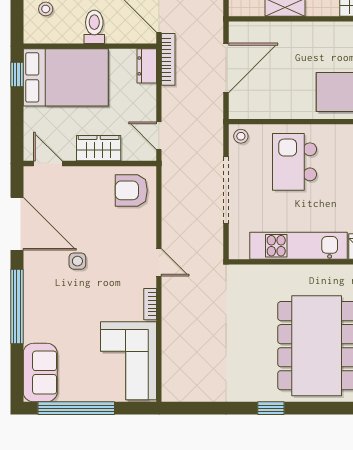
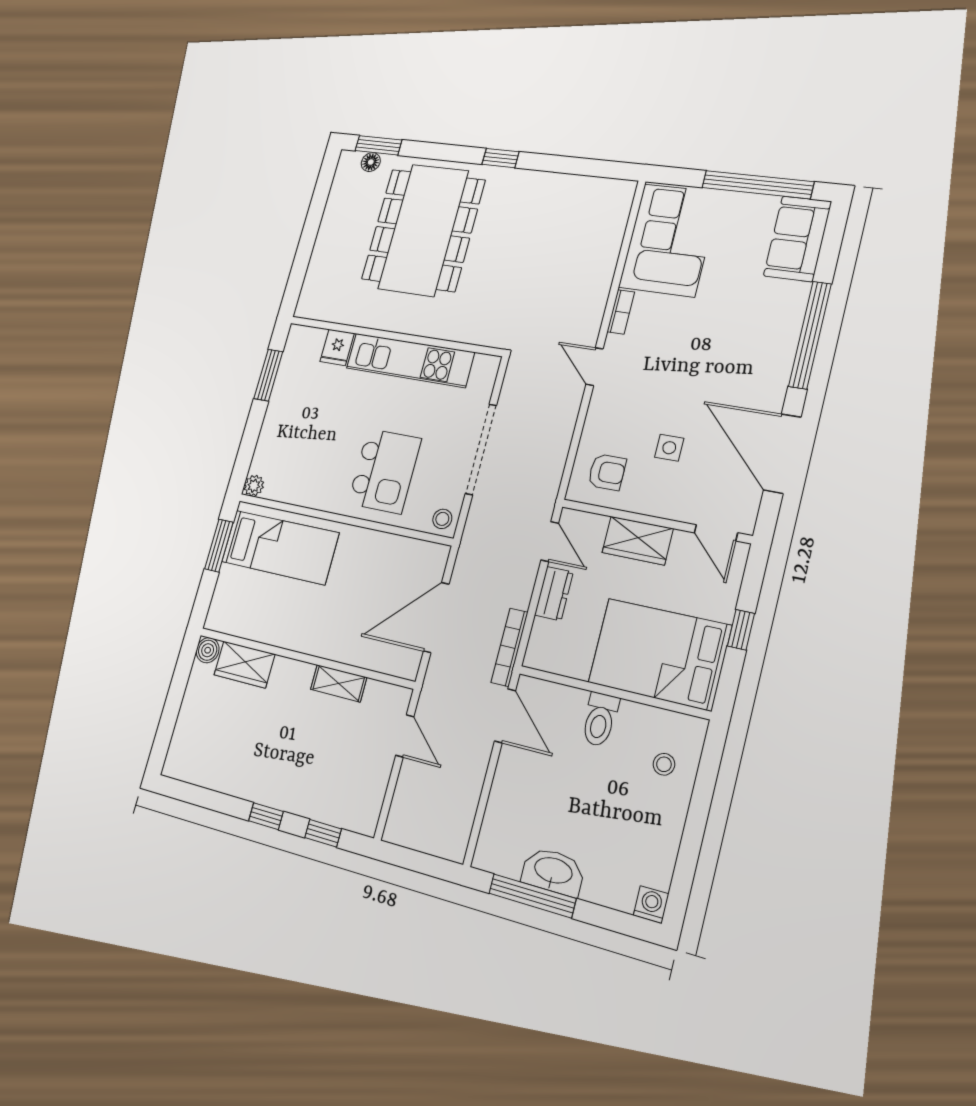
dresser: (147, 66) -> (554, 594), moved
window: (17, 74) -> (741, 630), moved
armchair: (131, 190) -> (607, 472), width x0.72, depth x0.72
side table: (77, 261) -> (669, 448), moved

